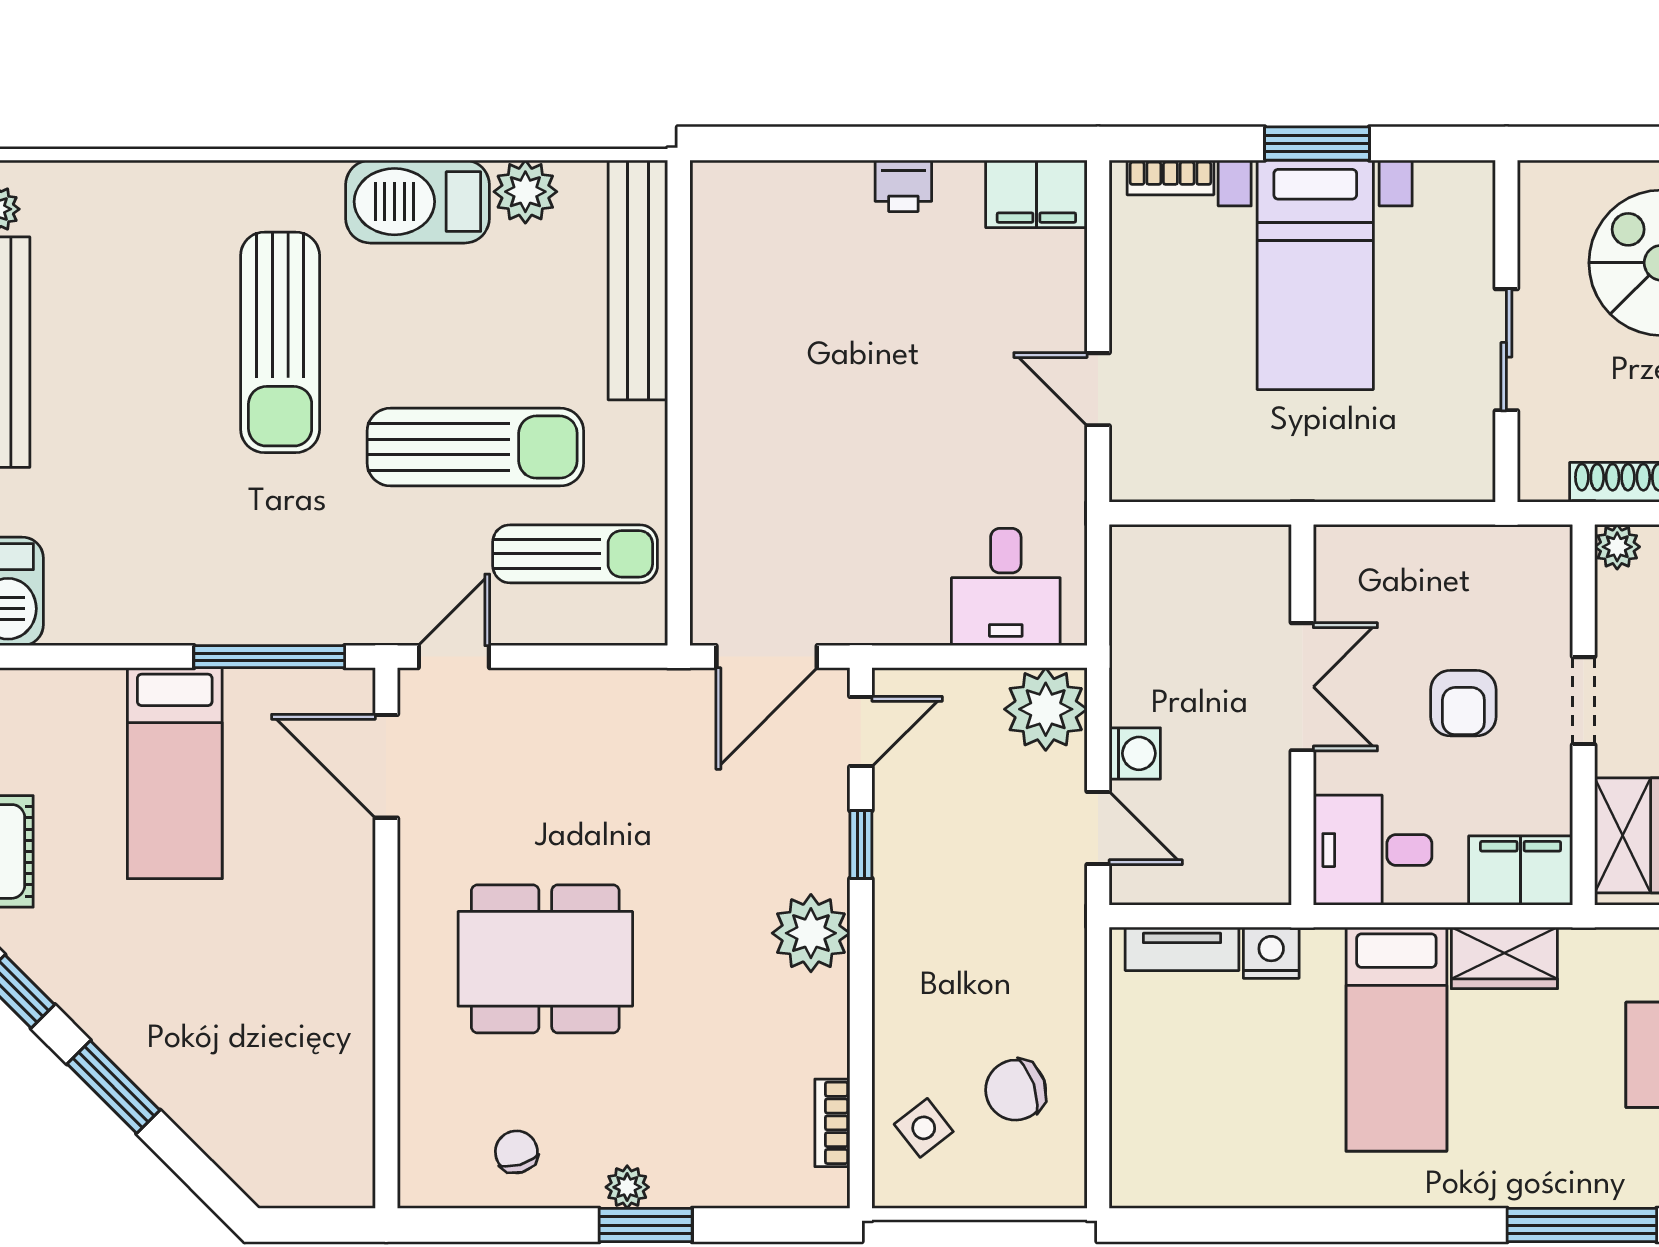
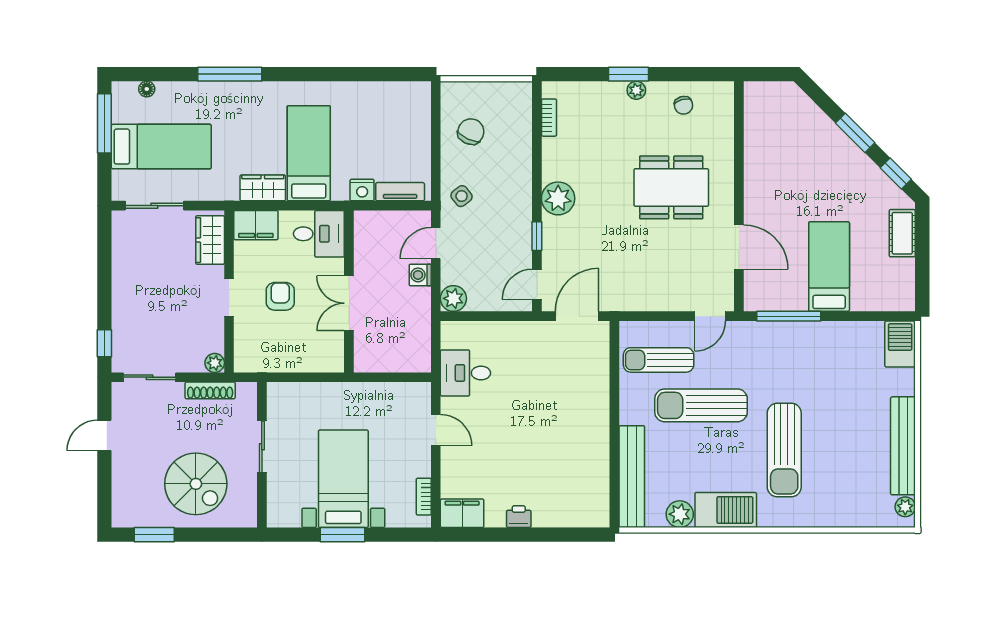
bookcase: (1170, 177) -> (424, 497), moved, turned -90
sun lounger: (280, 342) -> (784, 450), turned 180
desk: (1006, 587) -> (465, 373), moved, turned -90
plant: (1046, 709) -> (453, 298), width x0.73, depth x0.73
door: (386, 766) -> (739, 247), moved
door: (1098, 828) -> (436, 243), hinge flipped
chair: (1016, 1090) -> (471, 132), turned -46
side table: (924, 1128) -> (462, 196), moved

